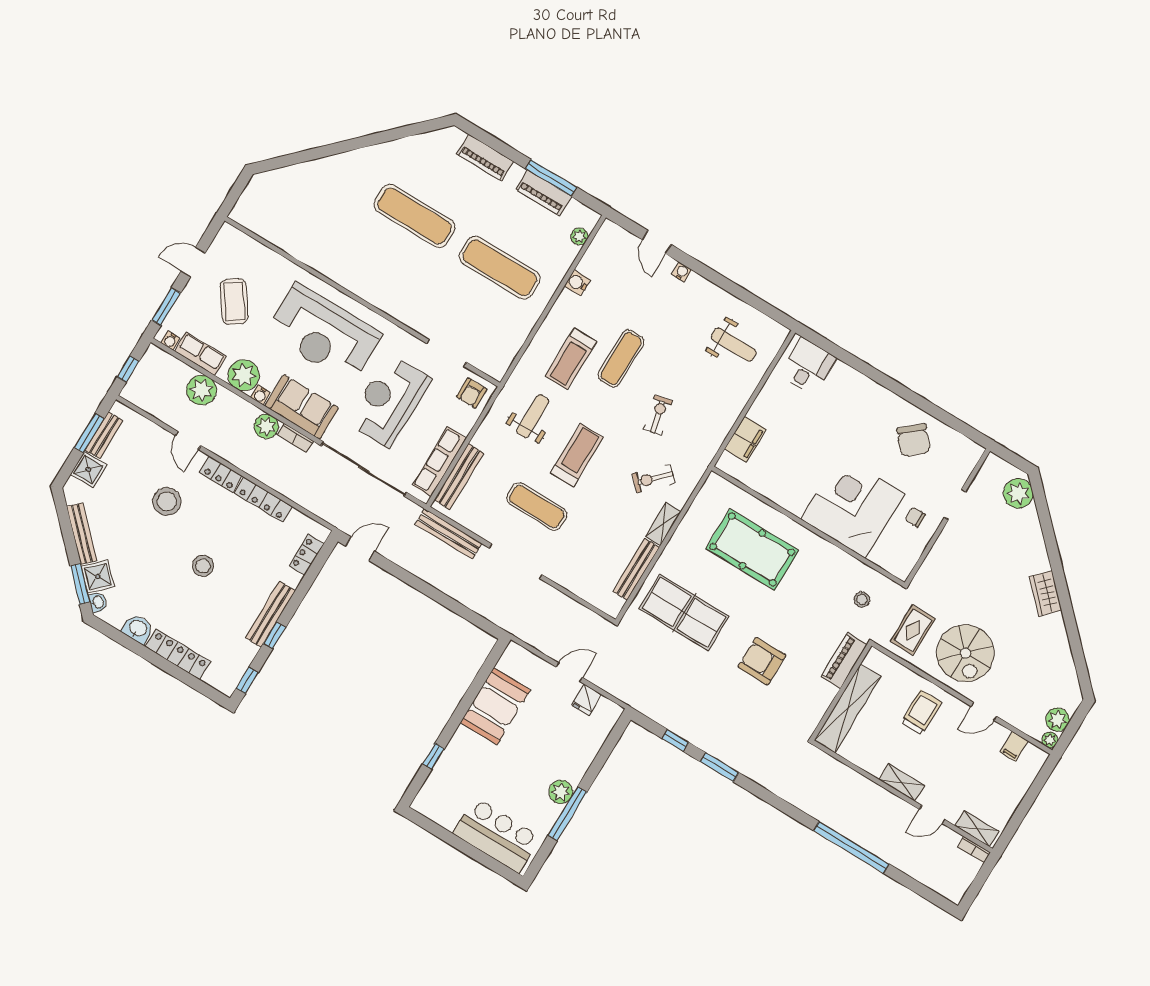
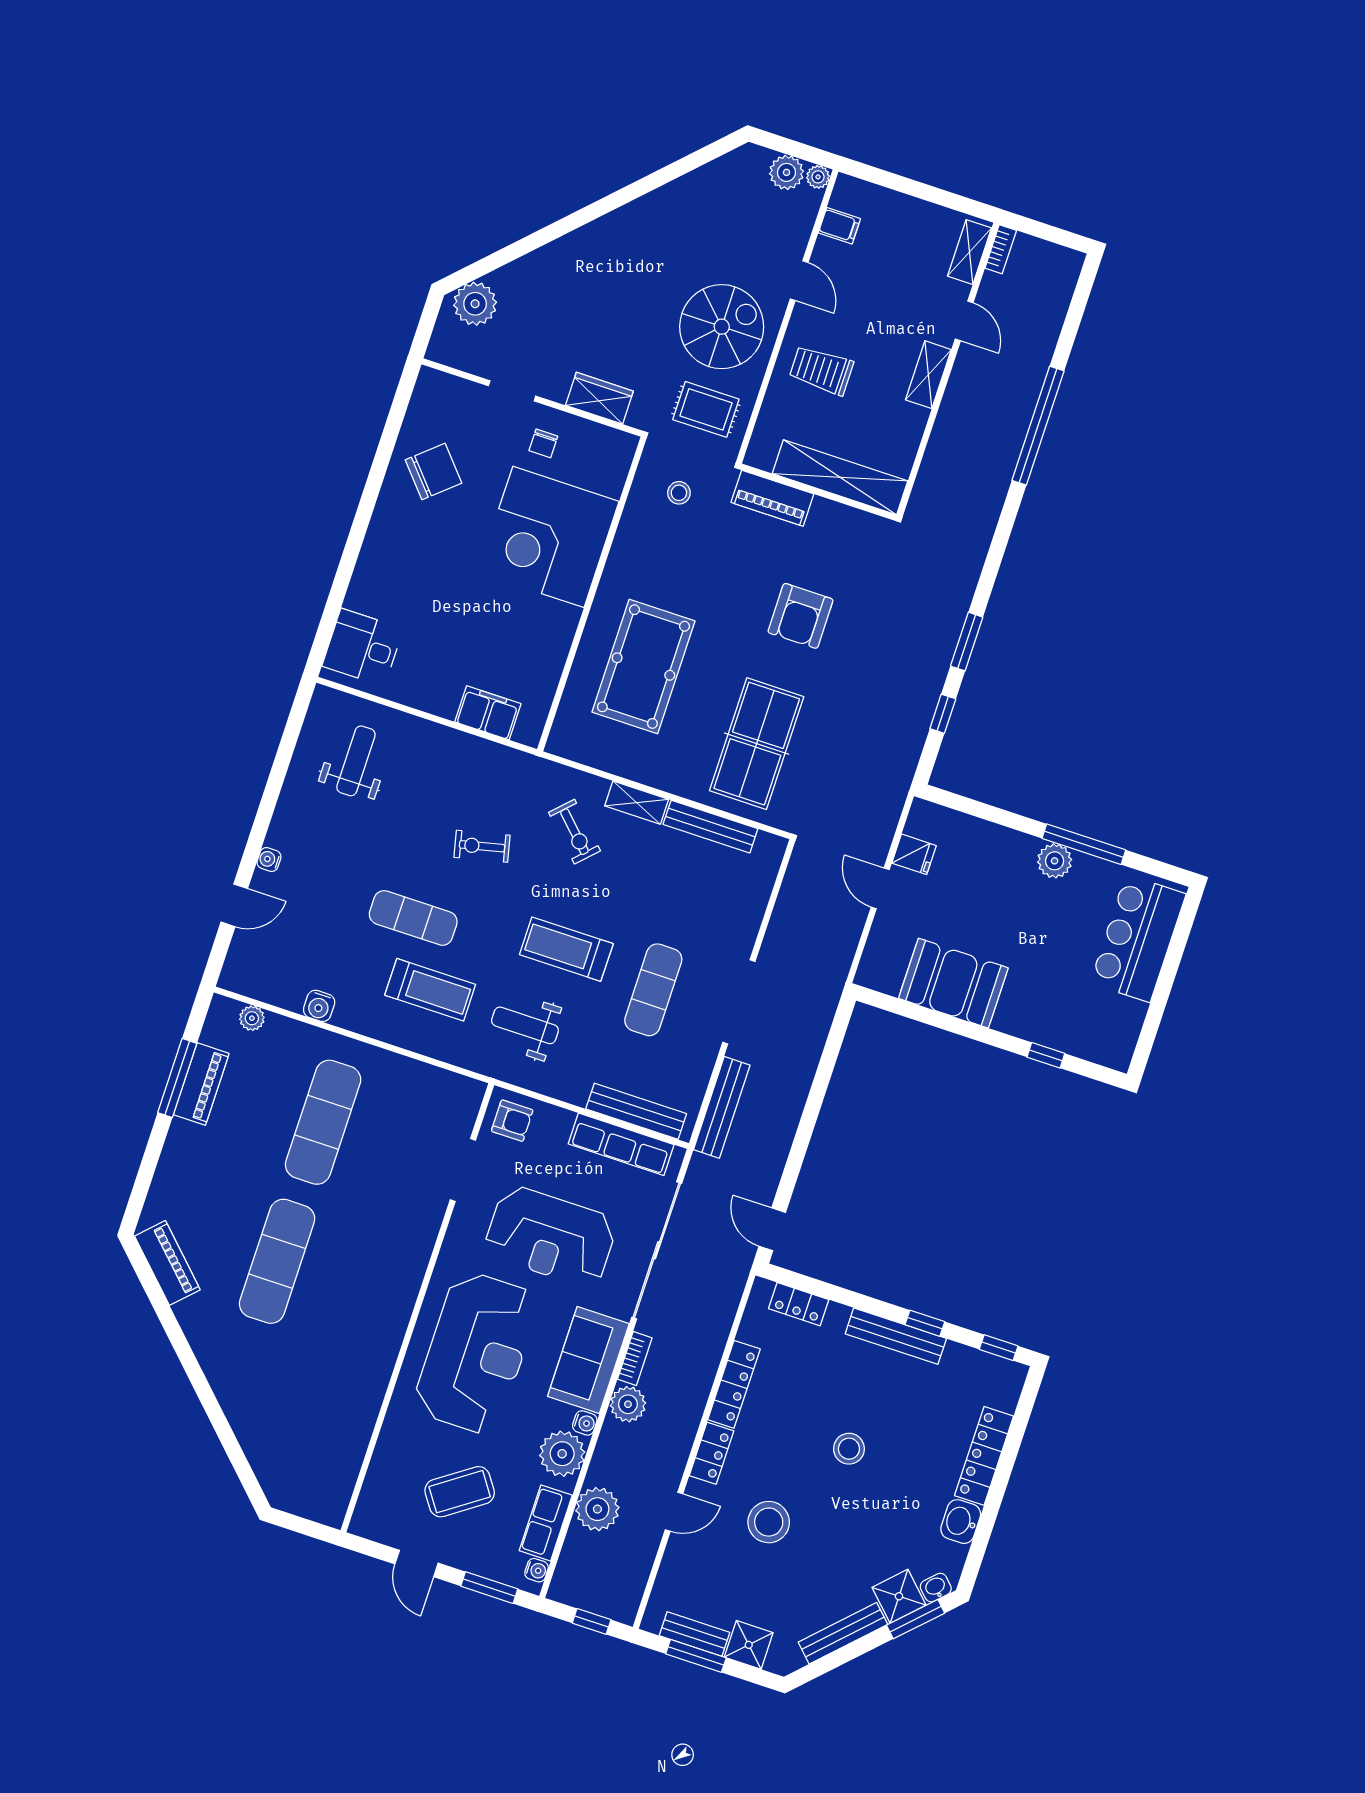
piano: (485, 158) -> (167, 1263), moved, turned -45
wardrobe: (1046, 593) -> (599, 398), moved, turned -135

